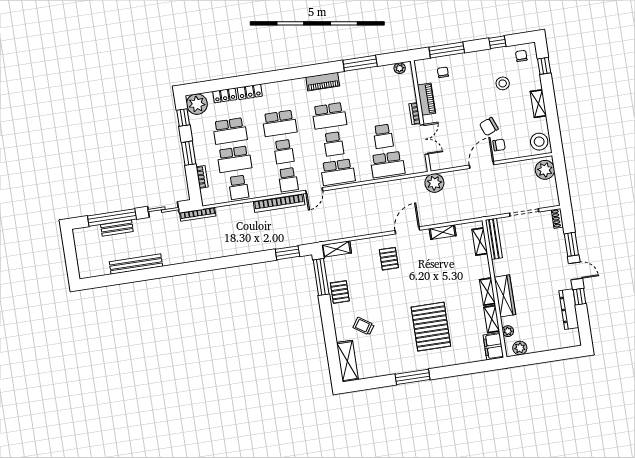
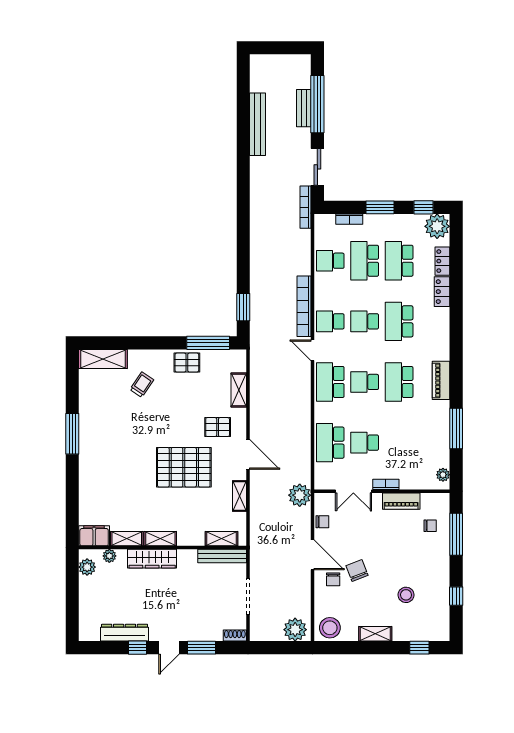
chair: (521, 56) -> (322, 522), moved
shelving: (336, 249) -> (239, 390), moved
pallet: (431, 327) -> (184, 467), moved

